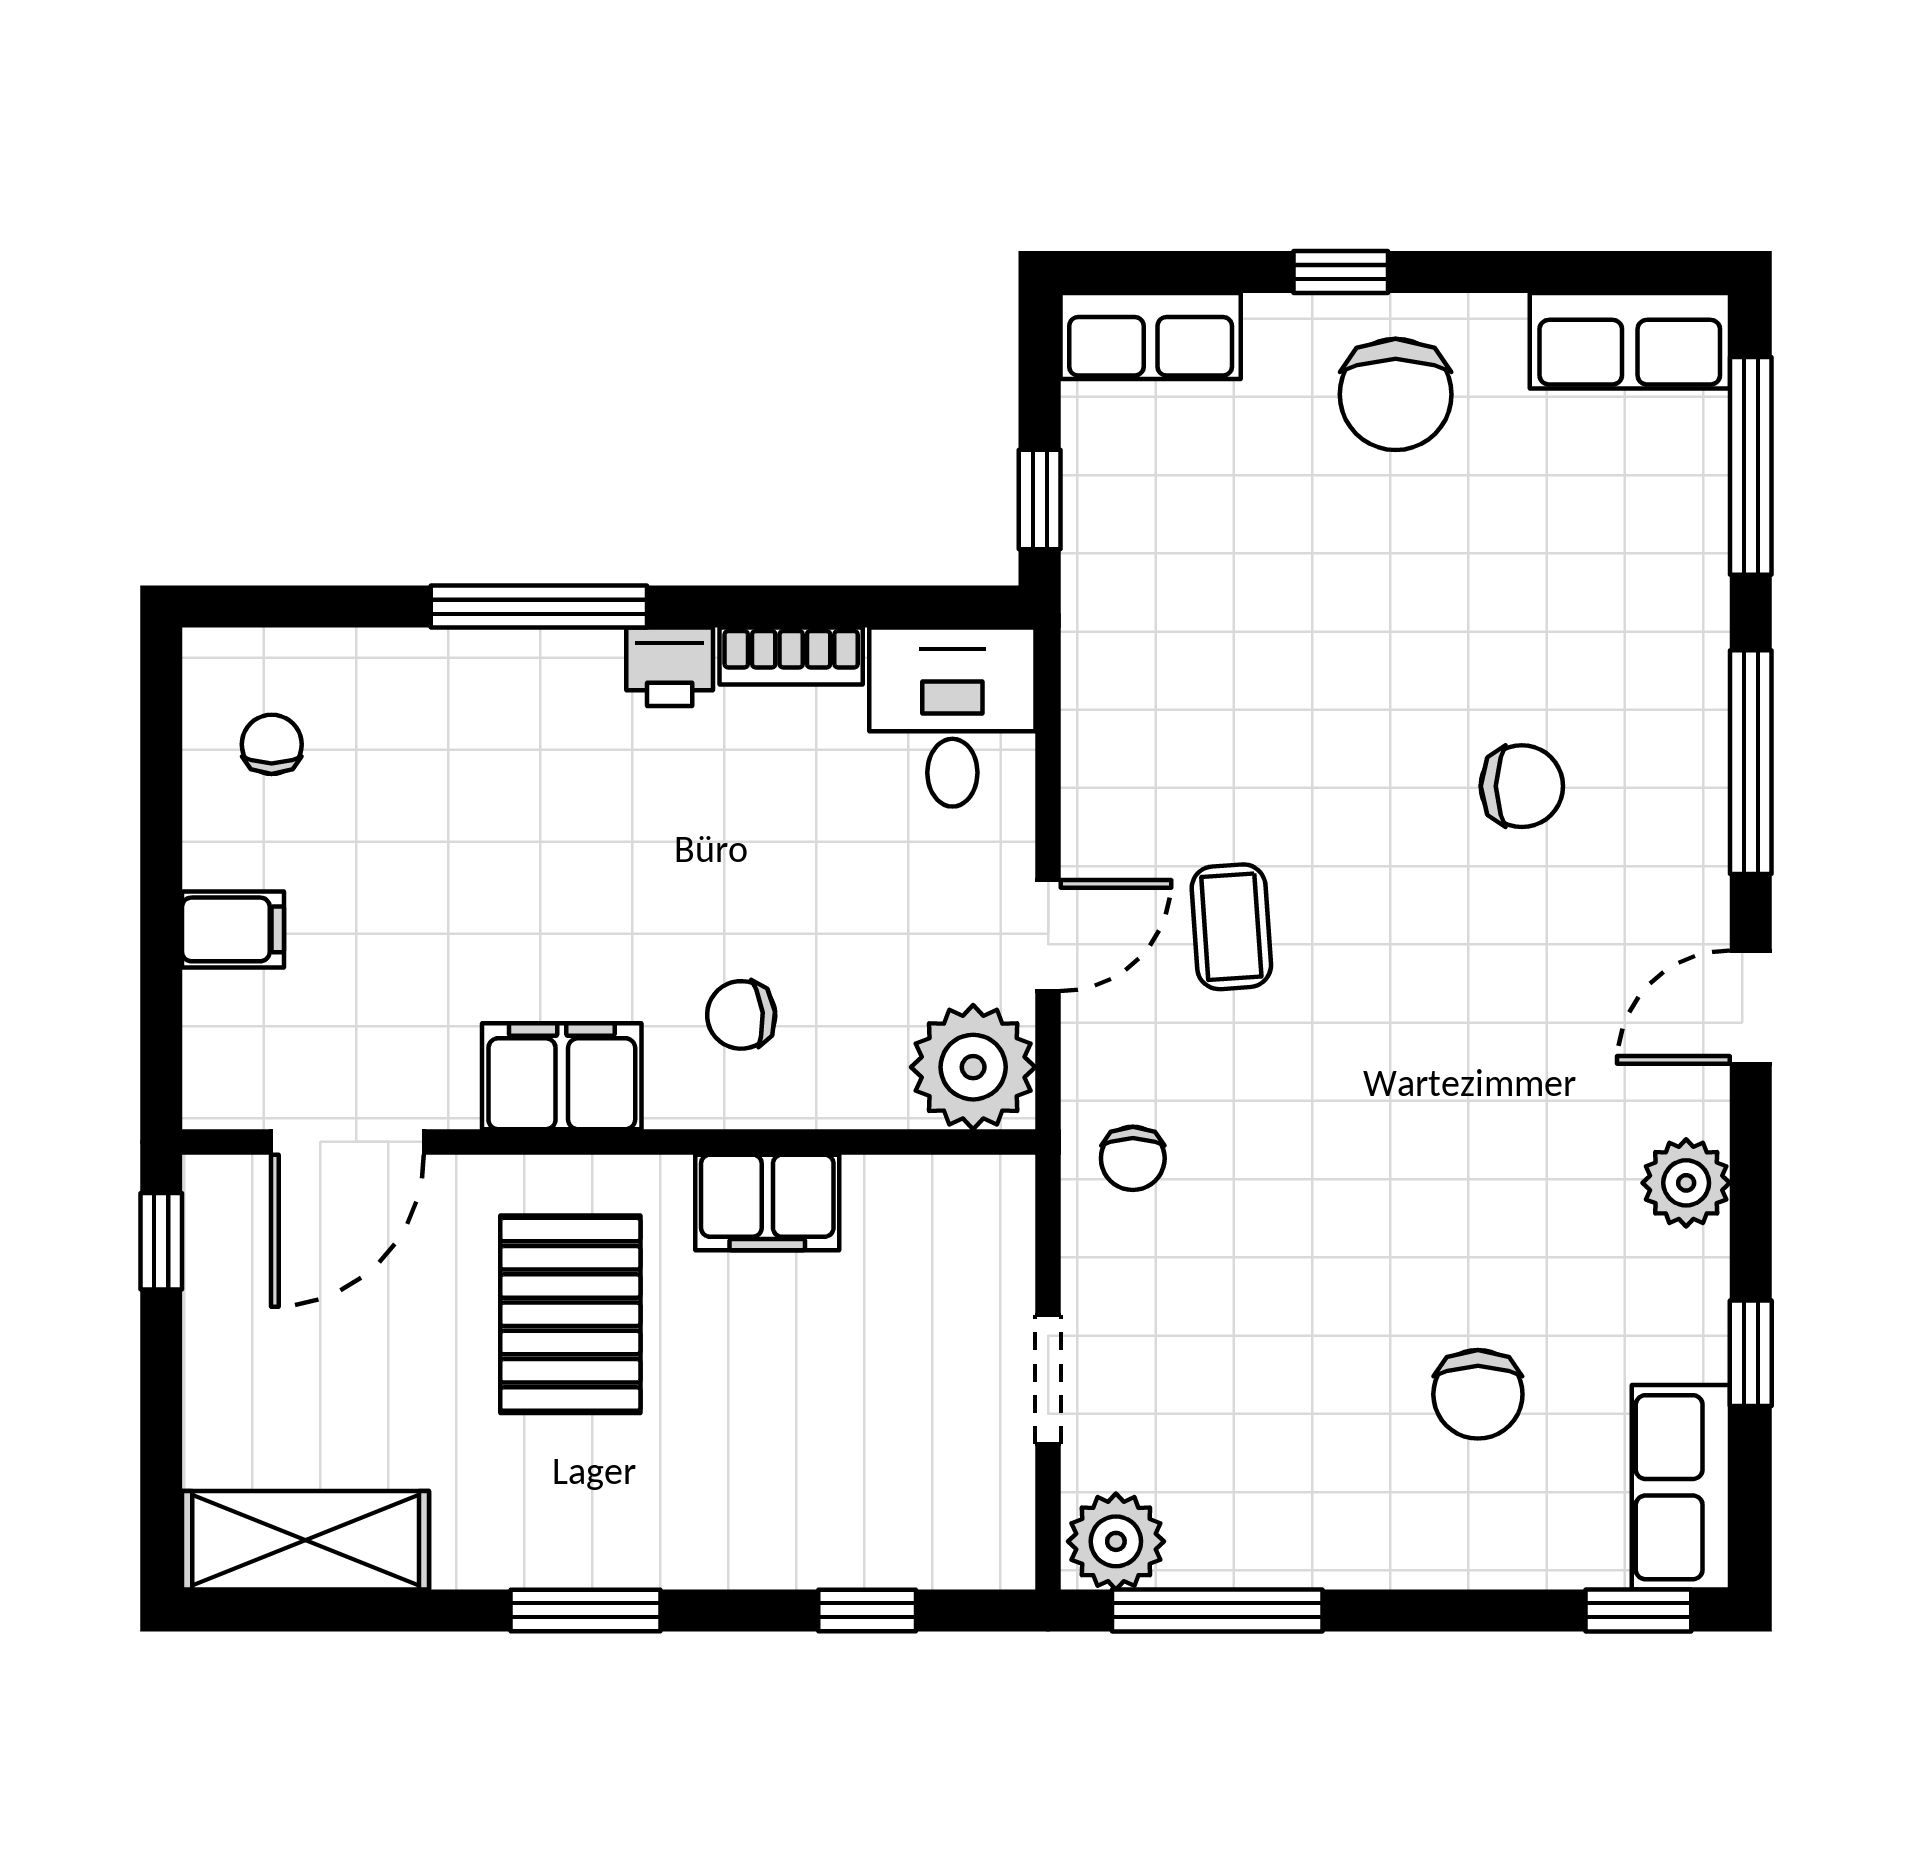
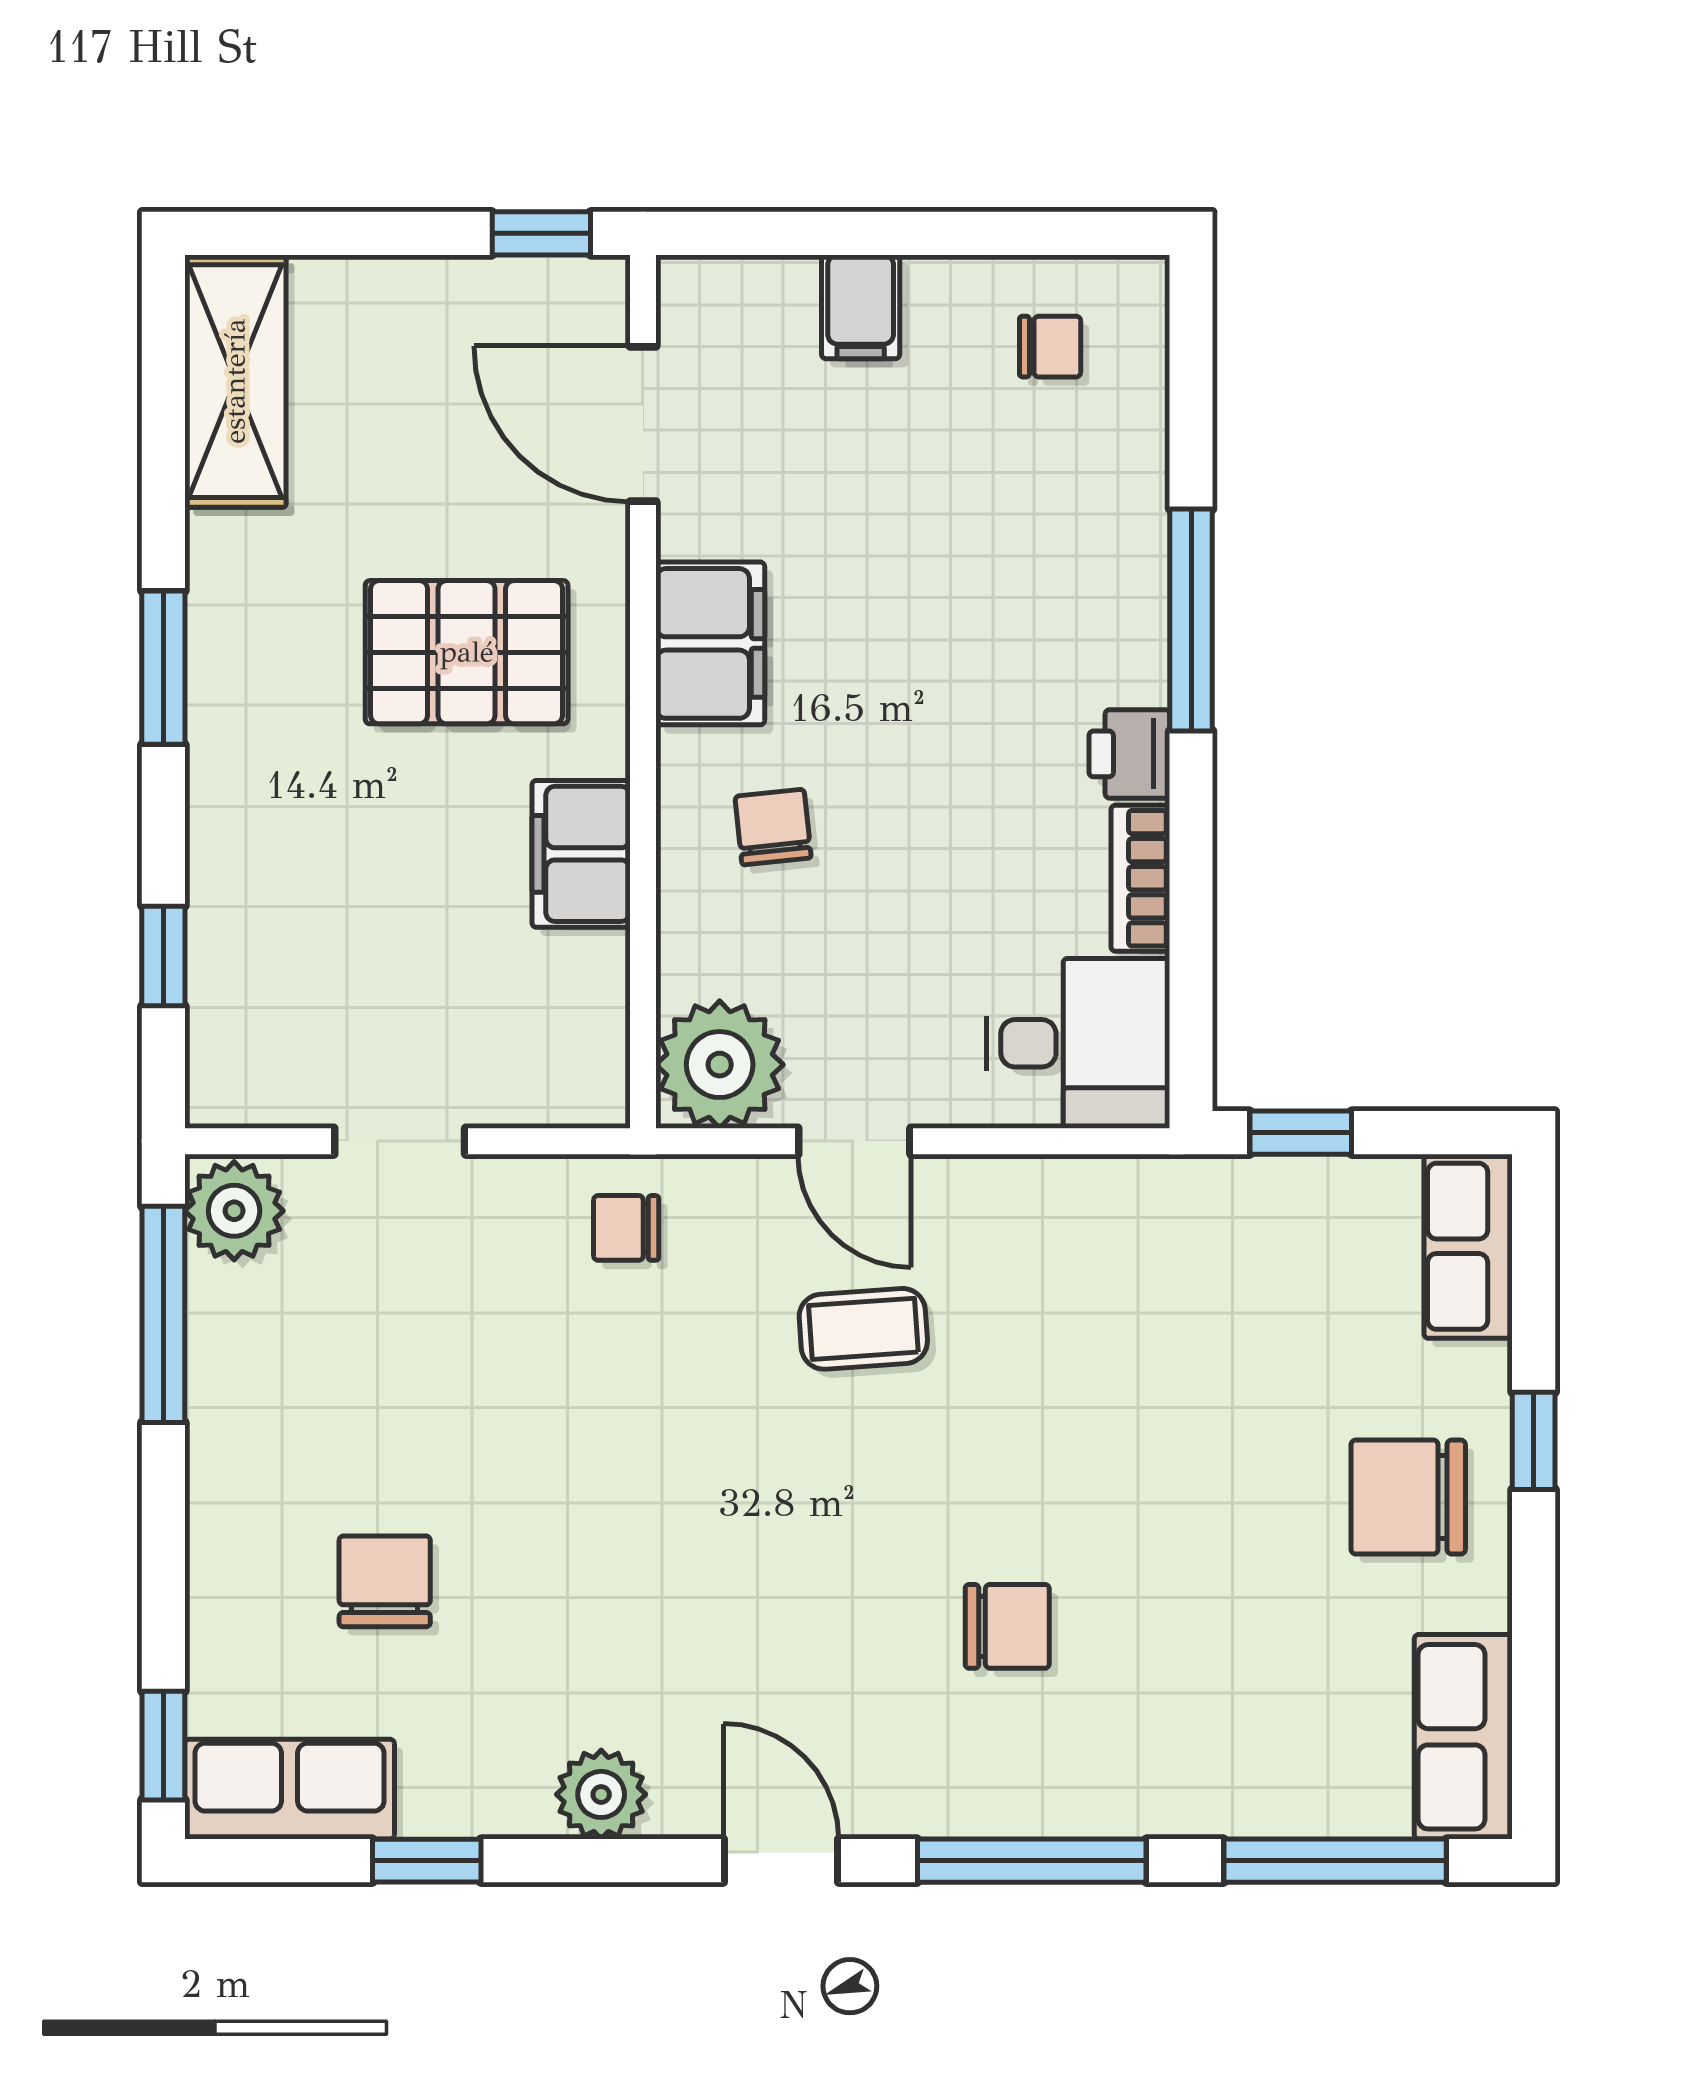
chair: (1522, 786) -> (1007, 1626), turned -90
chair: (1478, 1394) -> (385, 1581), turned 90

